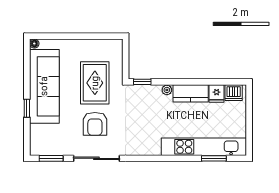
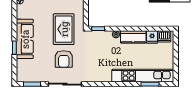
sofa: (44, 86) -> (25, 39), width x0.74, depth x0.79

